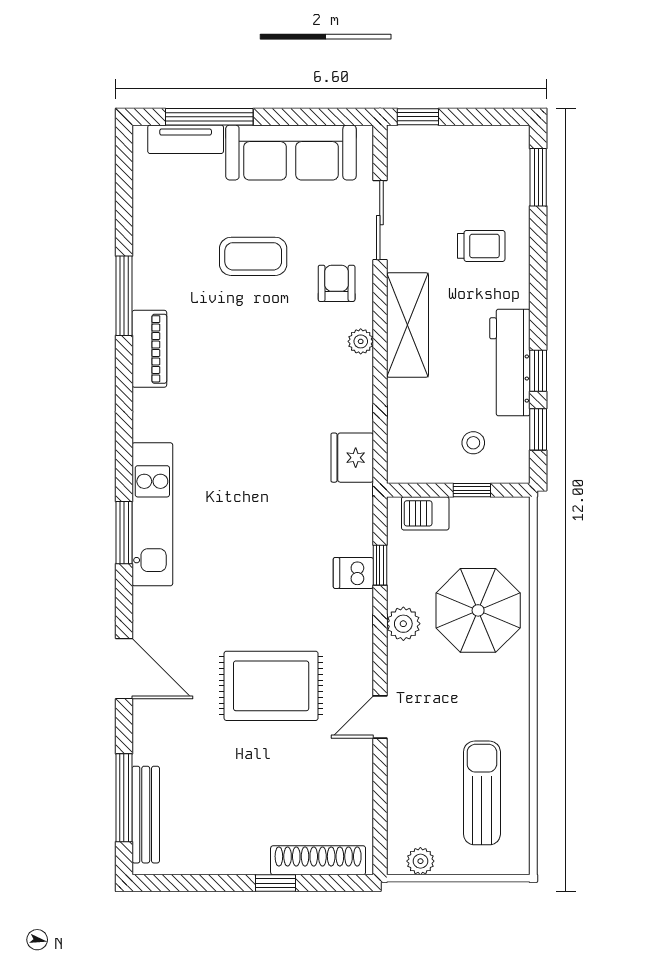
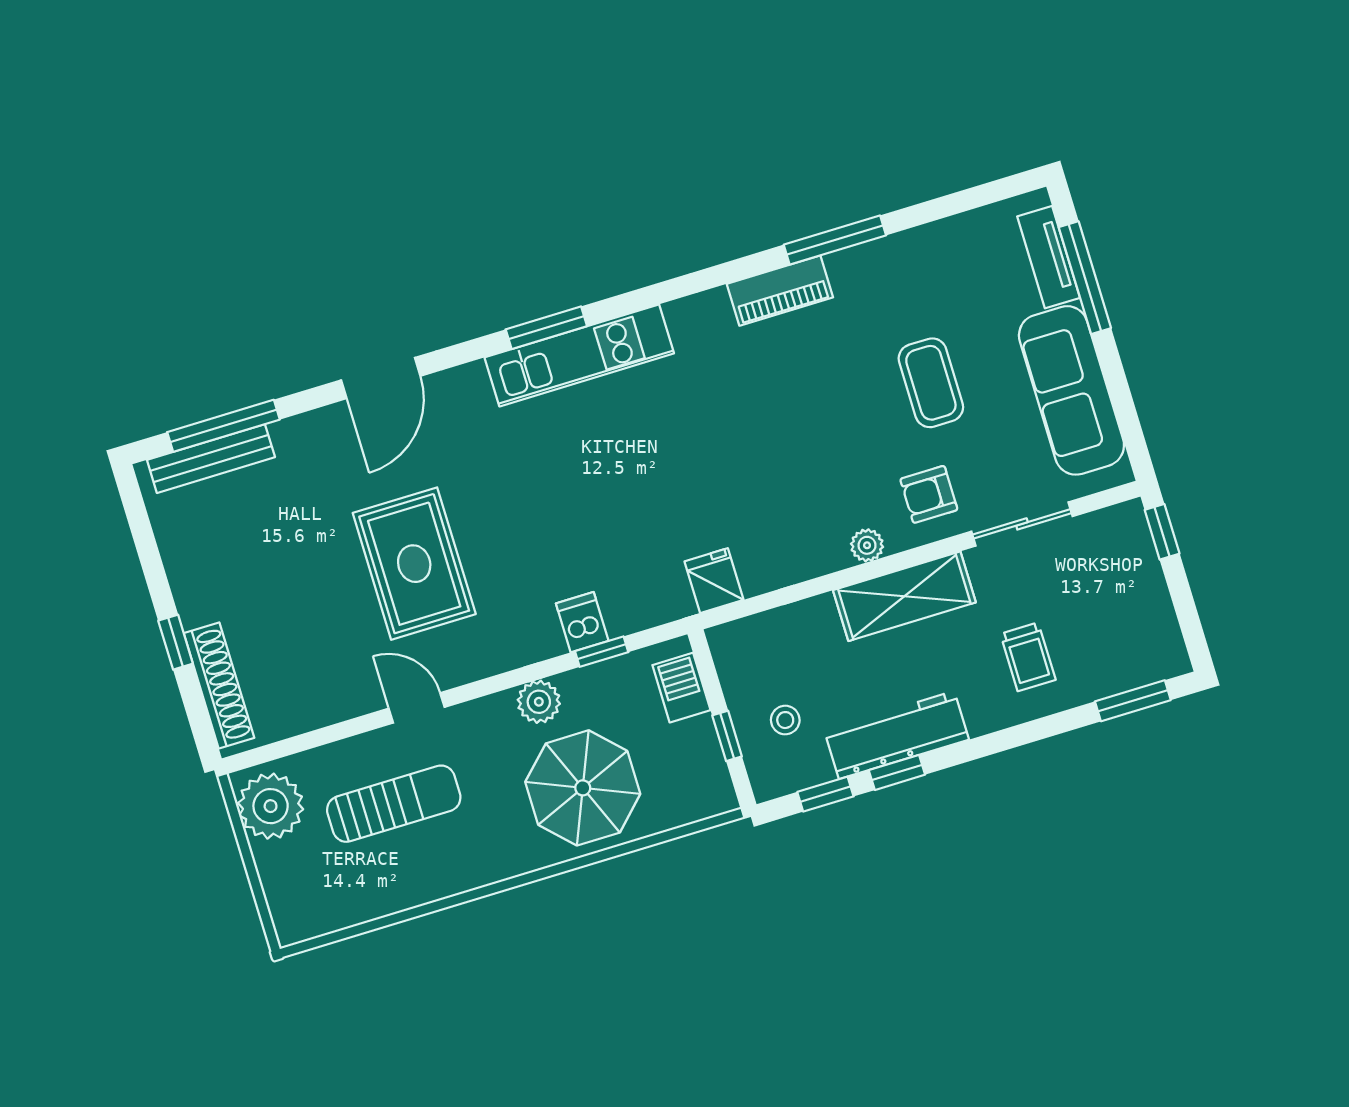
armchair: (337, 283) -> (929, 494), turned 180
fridge: (352, 458) -> (714, 581), width x0.72
sun lounger: (482, 793) -> (394, 804), moved
plant: (420, 861) -> (271, 806), width x1.88, depth x1.88

